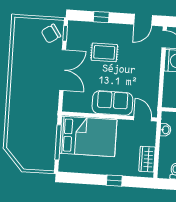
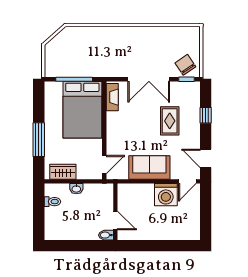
sofa: (112, 103) -> (149, 167), moved, turned -90
fireplace: (78, 107) -> (112, 97), added
washbasin: (165, 130) -> (76, 189), moved
window: (114, 181) -> (39, 140), width x2.17

